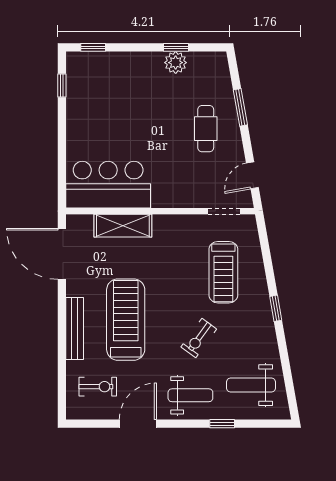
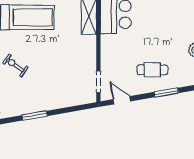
treadmill: (223, 272) -> (58, 81), removed
window: (276, 308) -> (35, 116), width x1.50

